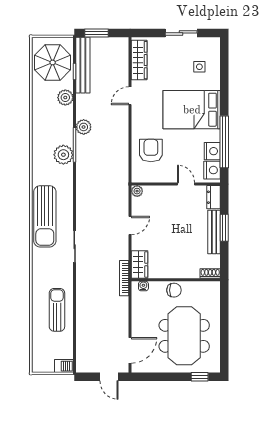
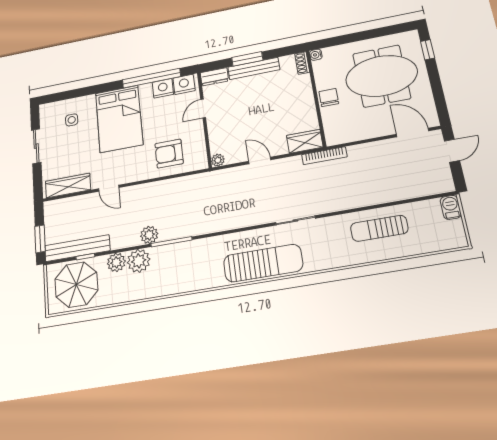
plant: (63, 155) -> (139, 261), moved
water cooler: (143, 286) -> (316, 55), moved

